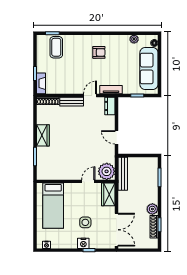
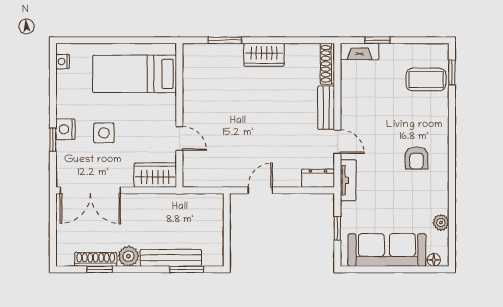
plant: (107, 171) -> (198, 172), removed
bench: (123, 174) -> (171, 258), moved

